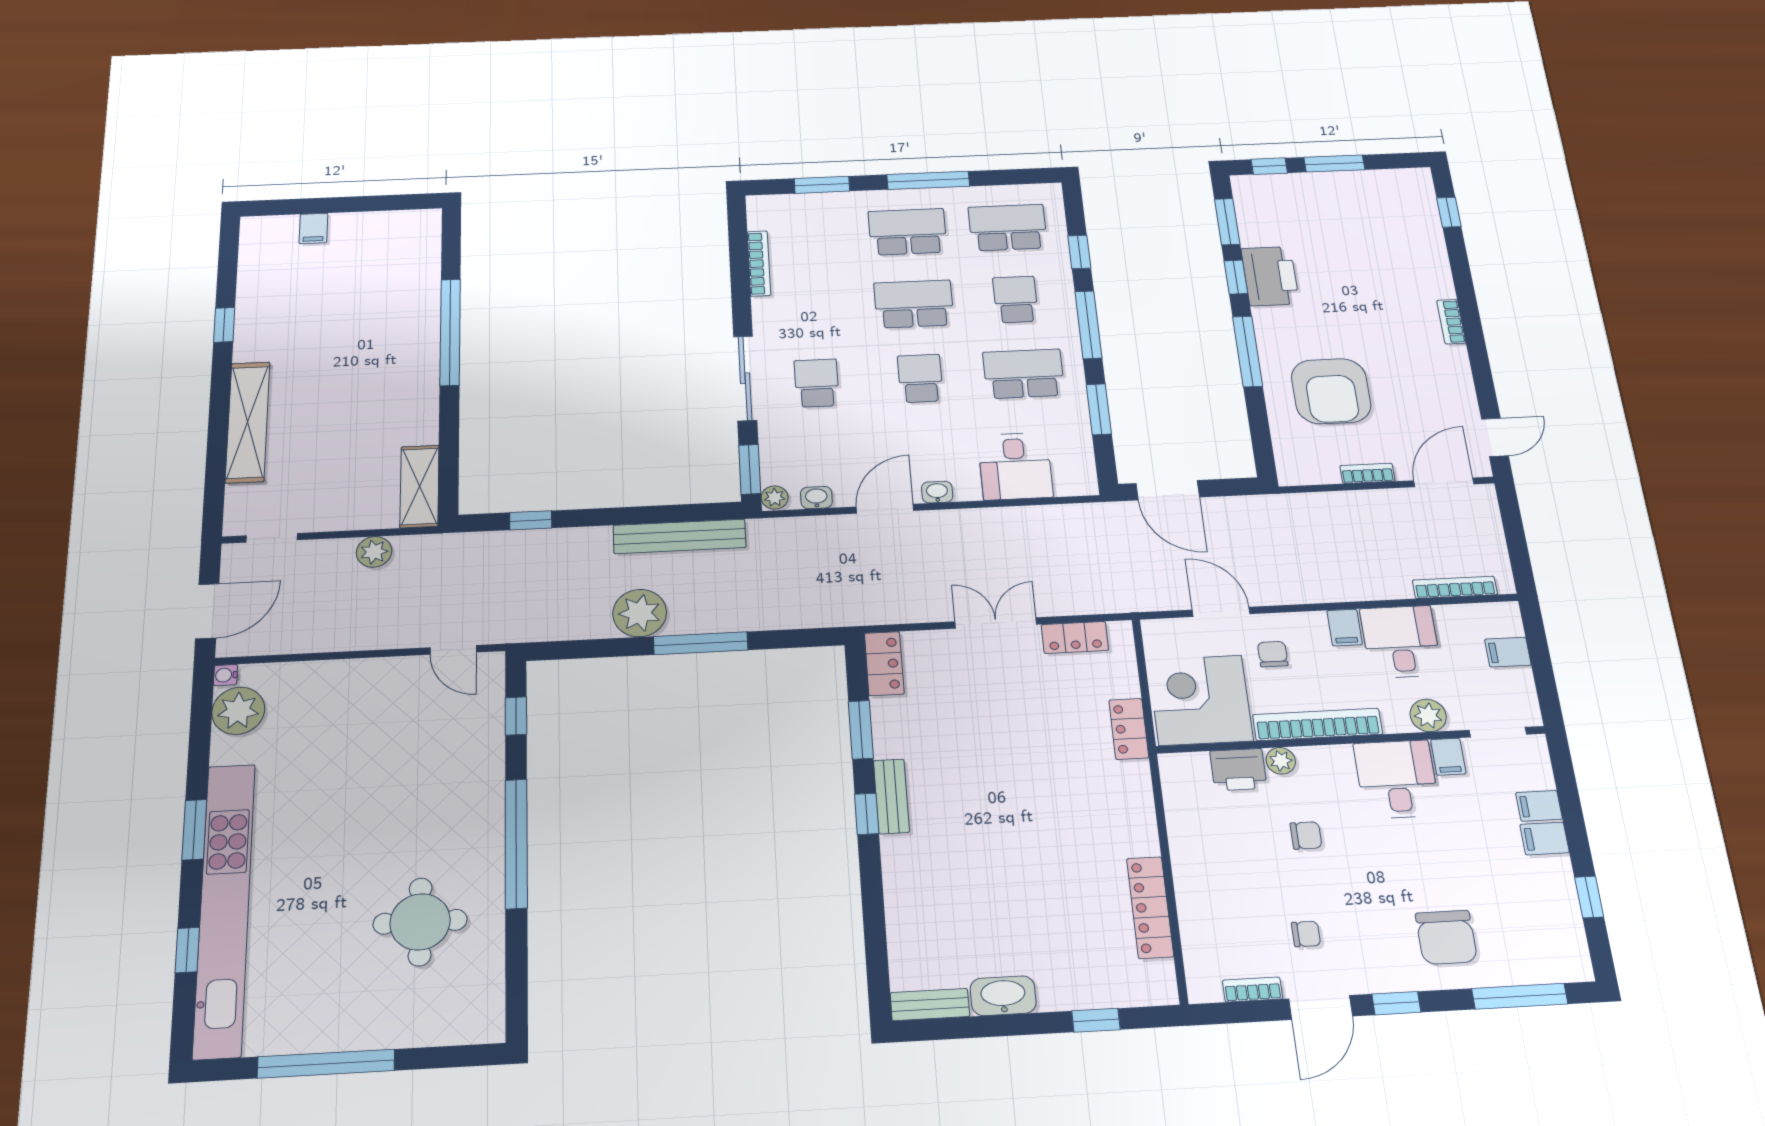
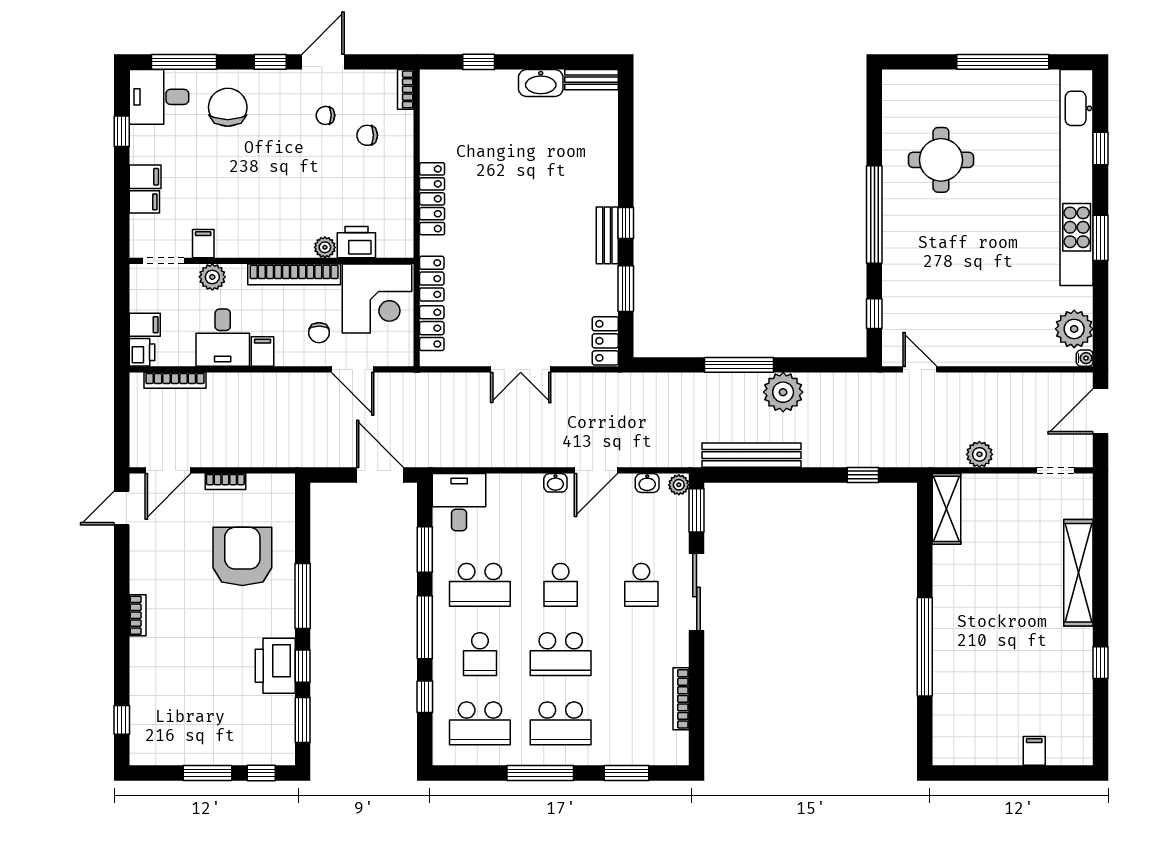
desk: (1015, 466) -> (459, 502), moved
printer: (1505, 619) -> (142, 352), added
locker: (1075, 637) -> (432, 328), moved, turned 90
desk: (1397, 779) -> (159, 97), moved, turned 90
chair: (1306, 835) -> (367, 135), moved
locker: (1150, 907) -> (432, 199), moved
bookcase: (1253, 990) -> (406, 89), moved, turned 90

